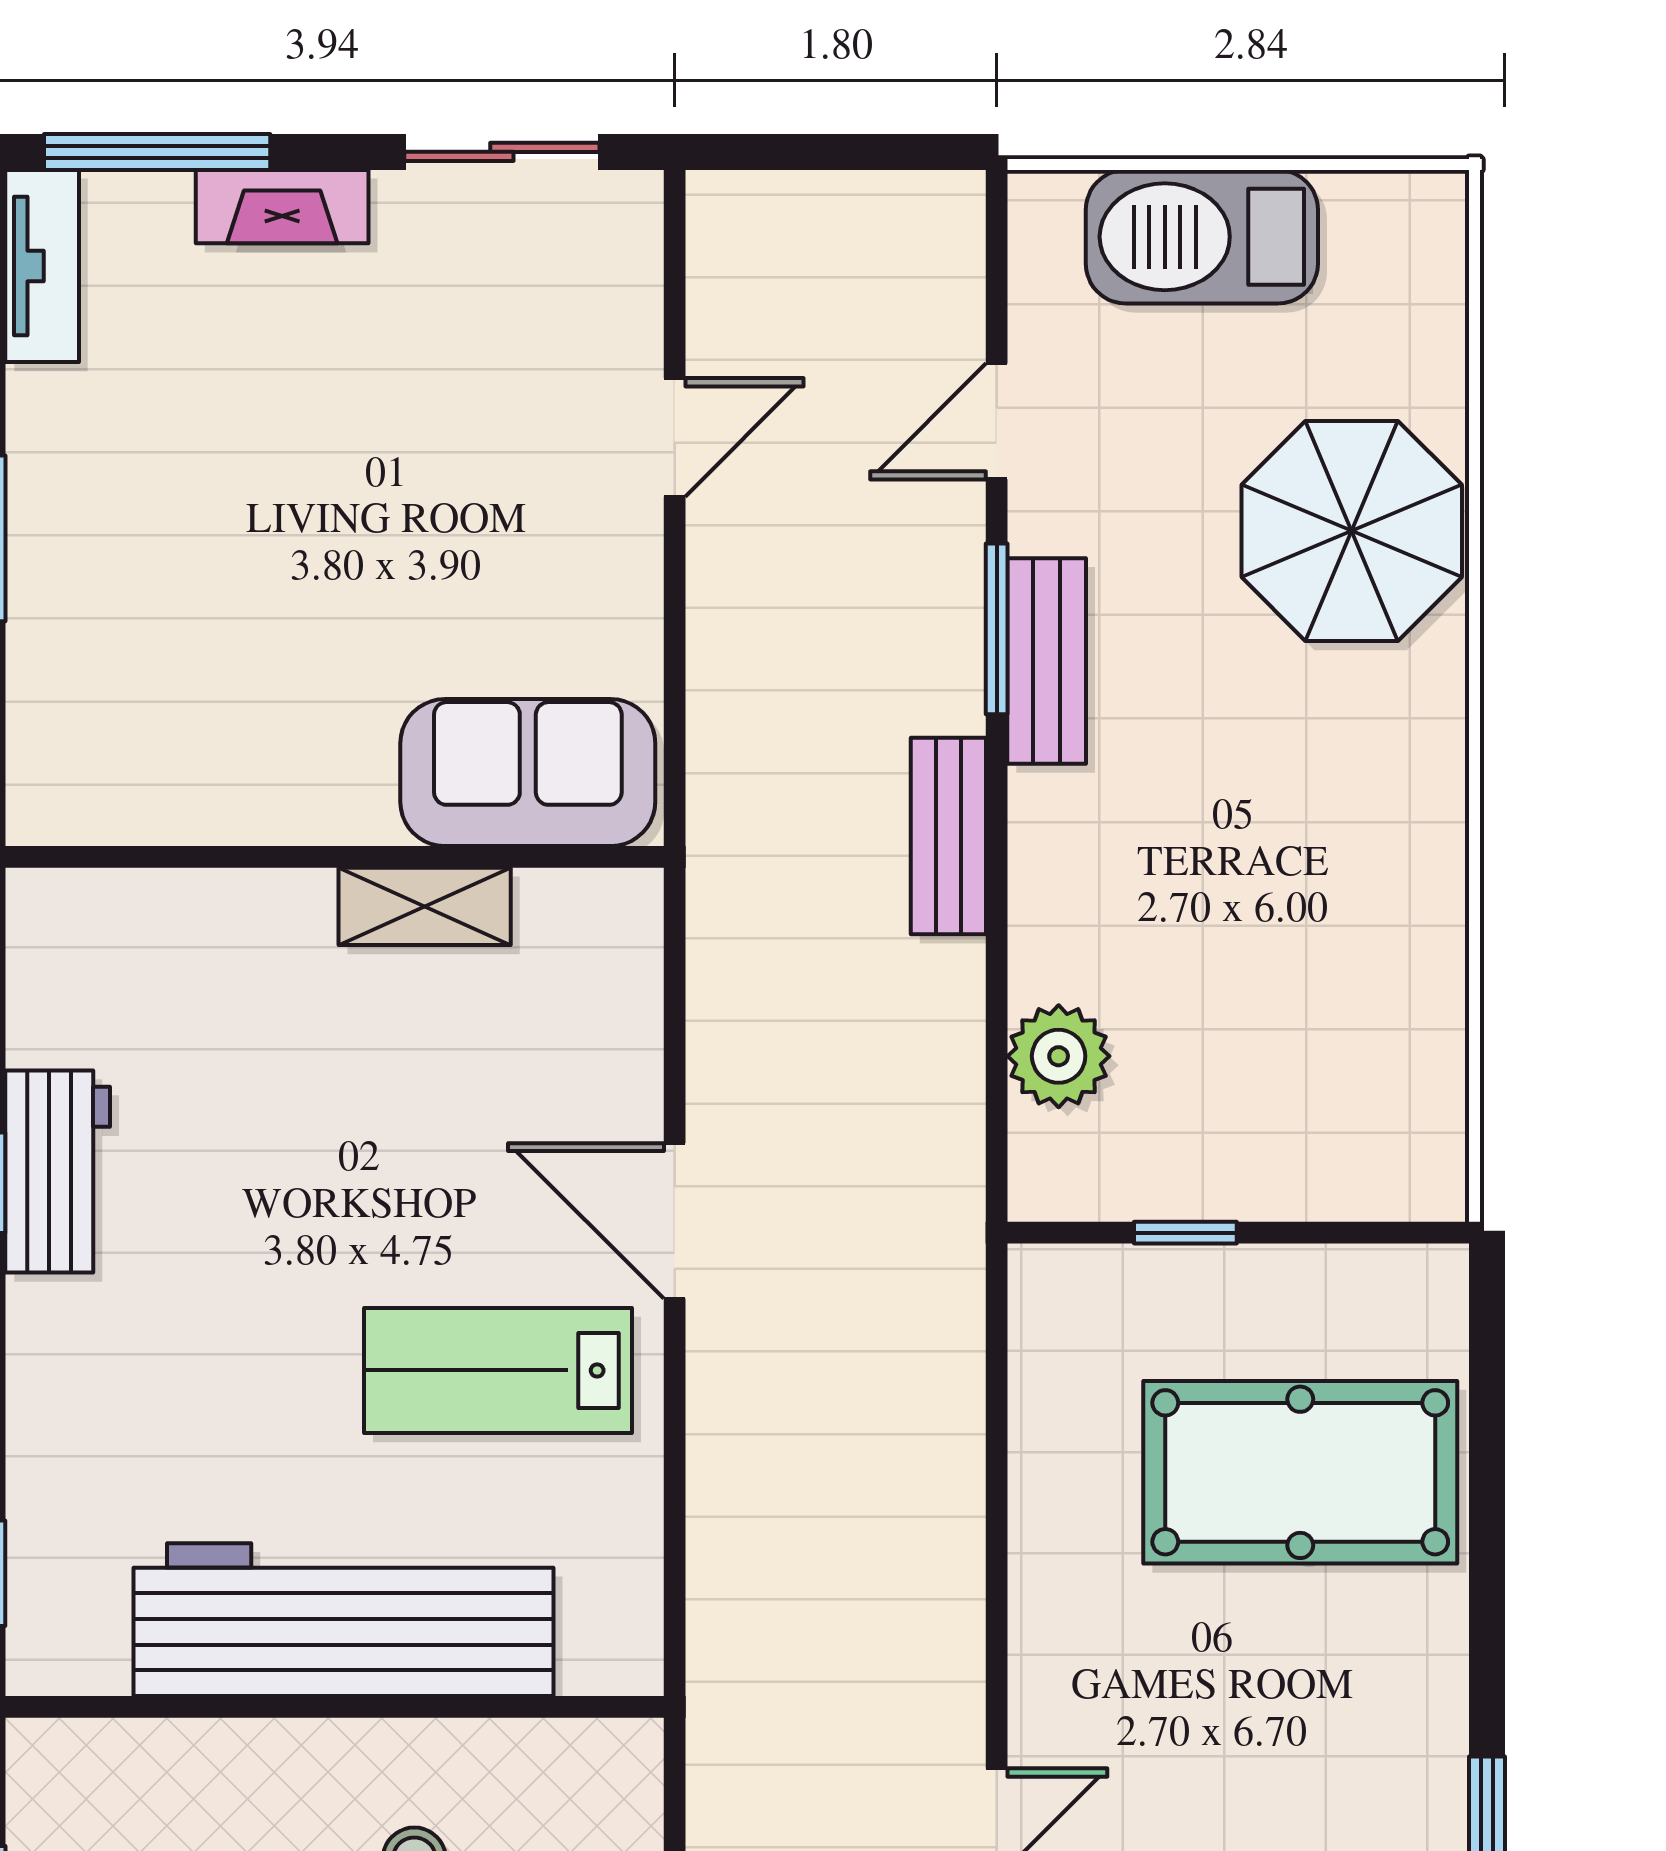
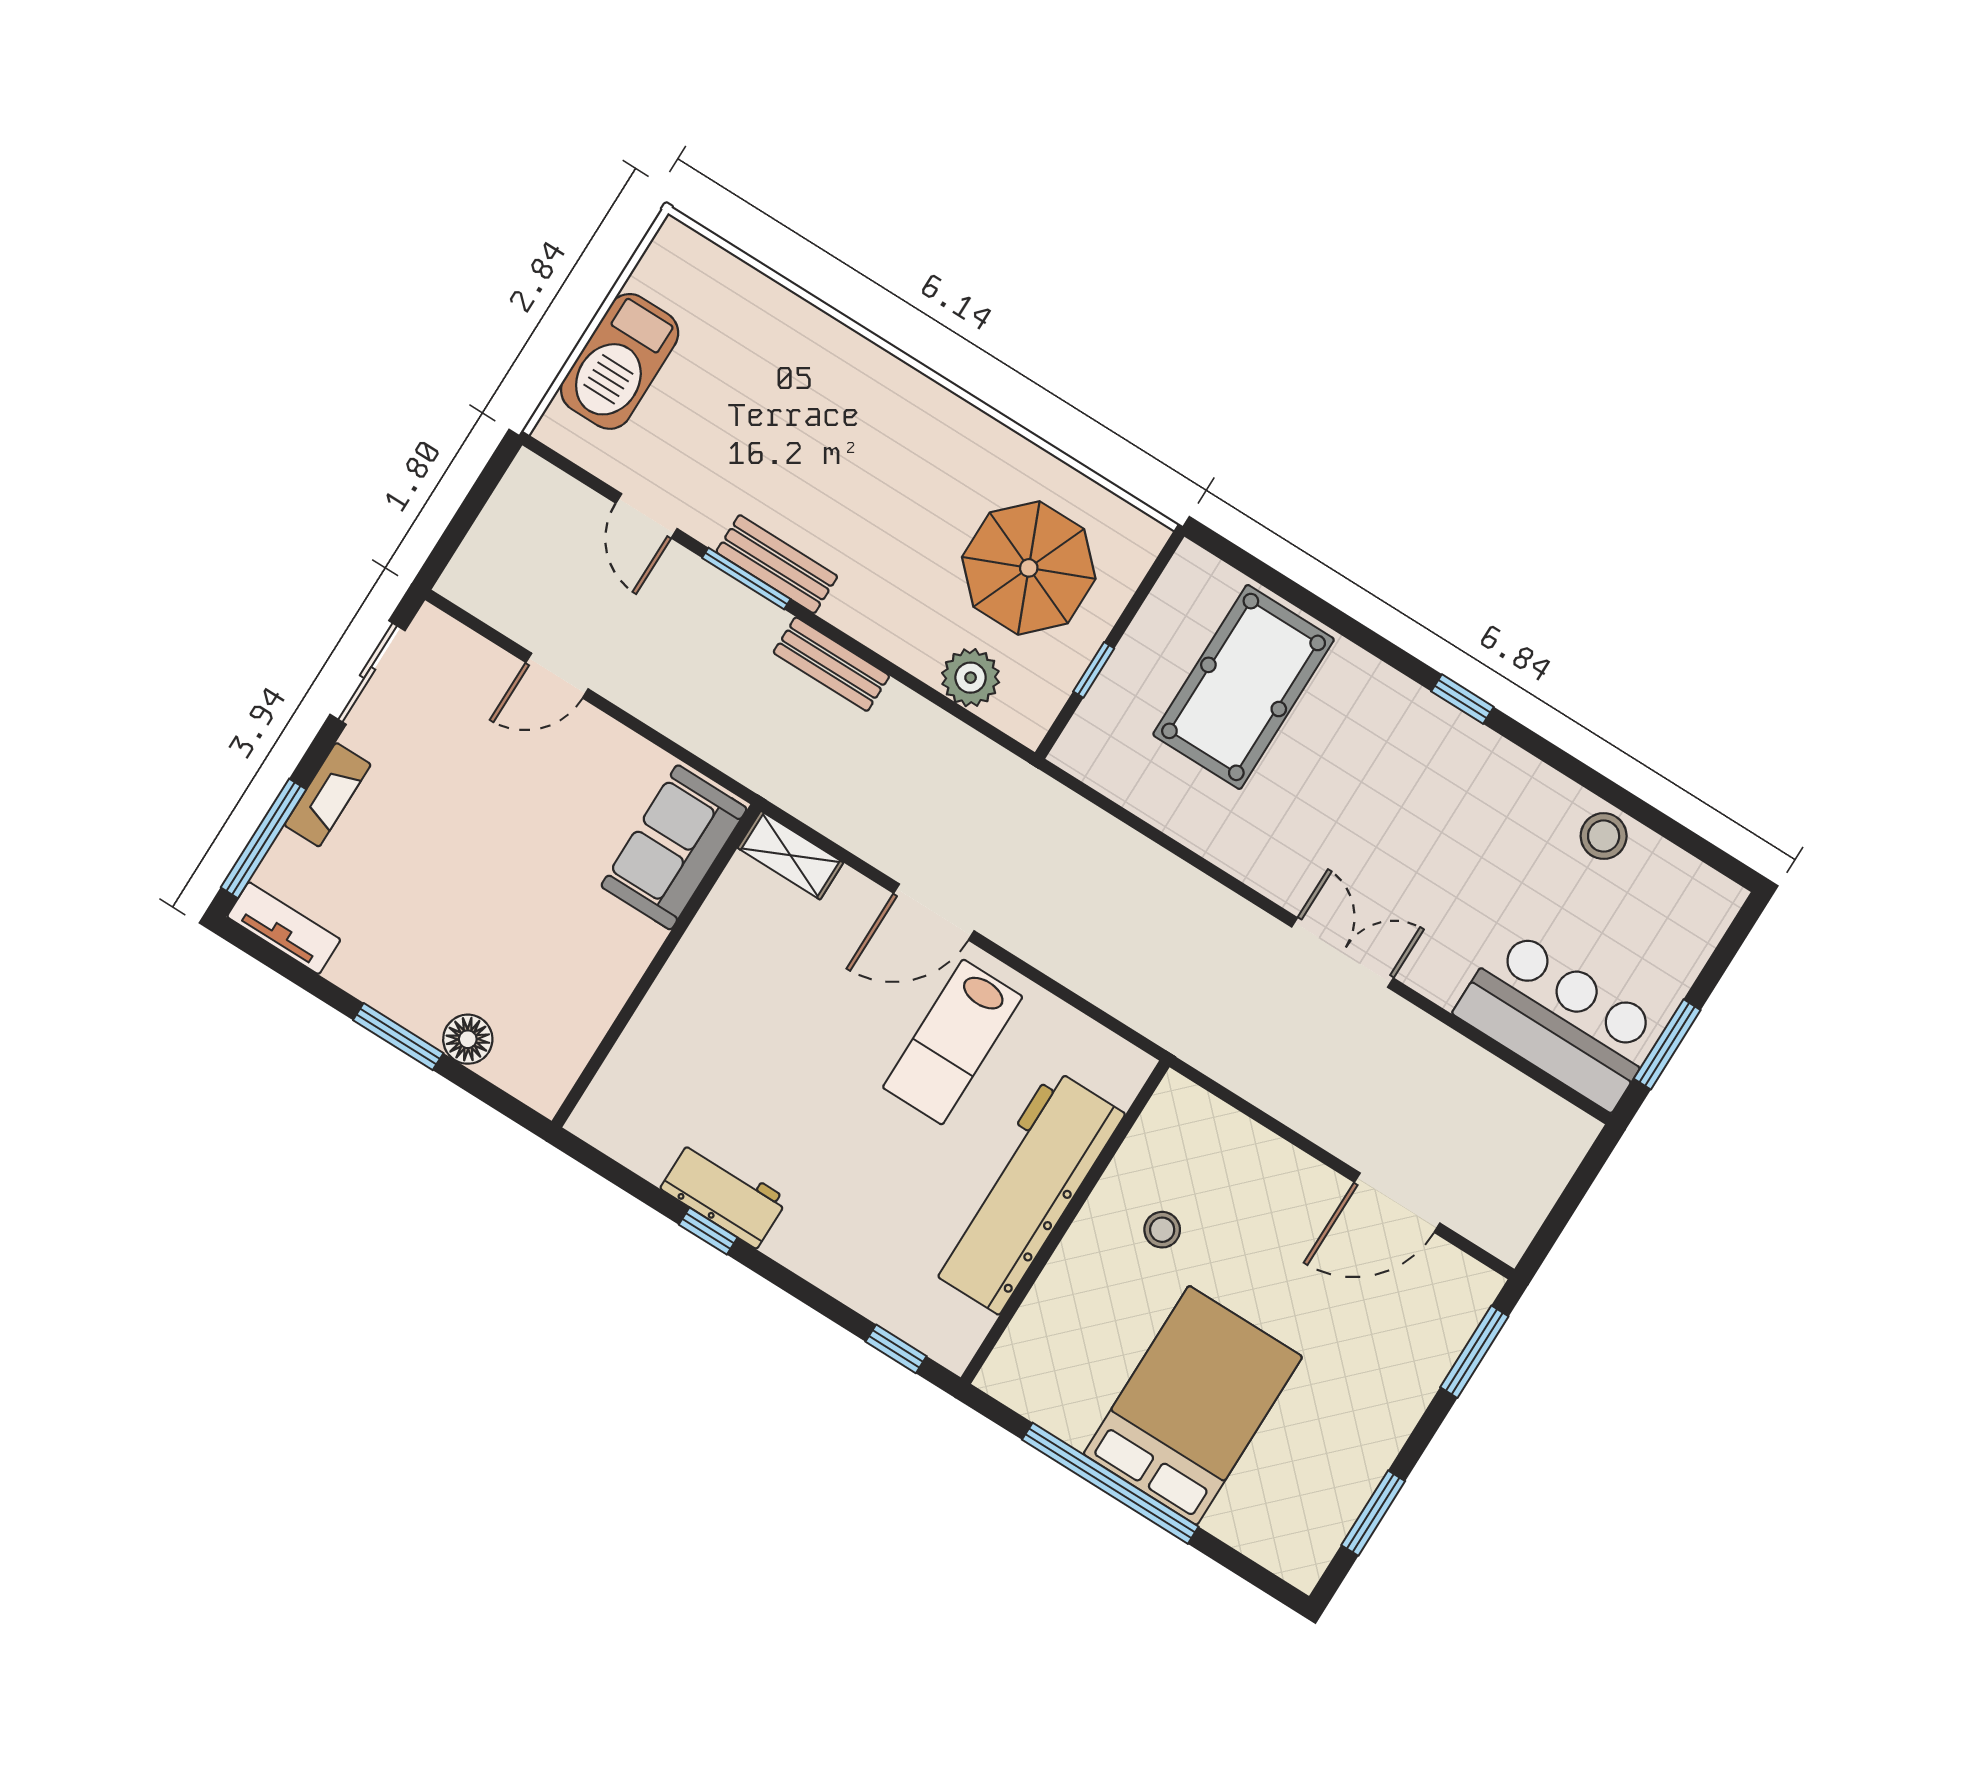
door: (675, 437) -> (557, 676), swing flipped
parasol: (1352, 531) -> (1029, 568), moved
floor lamp: (49, 645) -> (468, 1039), added
shelving: (425, 906) -> (790, 855), moved, turned 90

